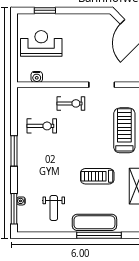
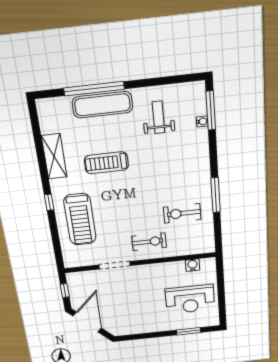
exercise bike: (71, 103) -> (149, 242), turned 180
window: (14, 151) -> (216, 195), moved
treadmill: (97, 176) -> (106, 163), turned 180

